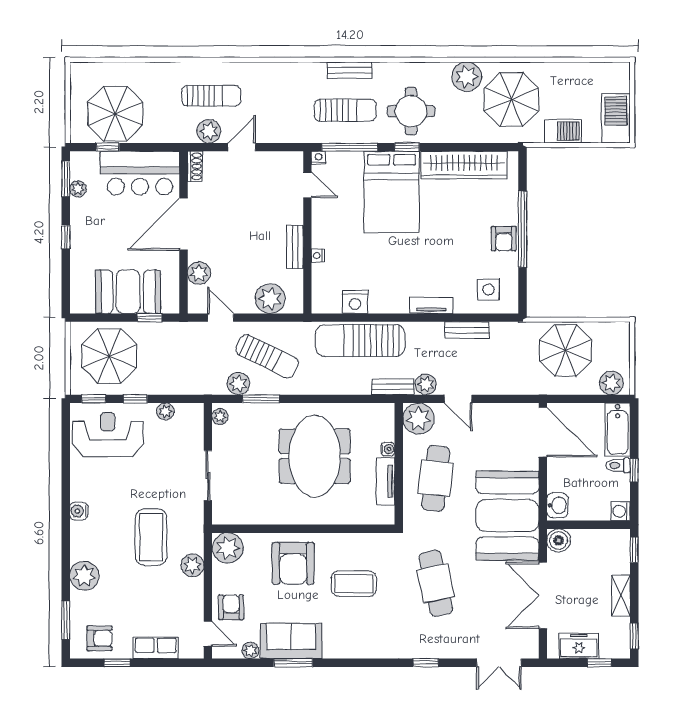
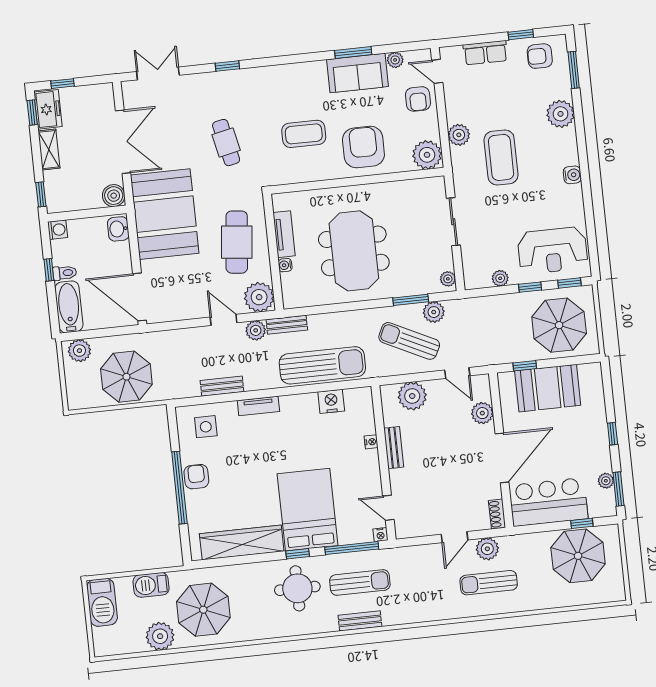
plant: (467, 77) -> (160, 636), moved
sun lounger: (345, 110) -> (360, 583), turned 180
cafe table: (436, 583) -> (226, 143), width x0.73, depth x0.74
freezer: (579, 646) -> (48, 109), moved, turned -90

